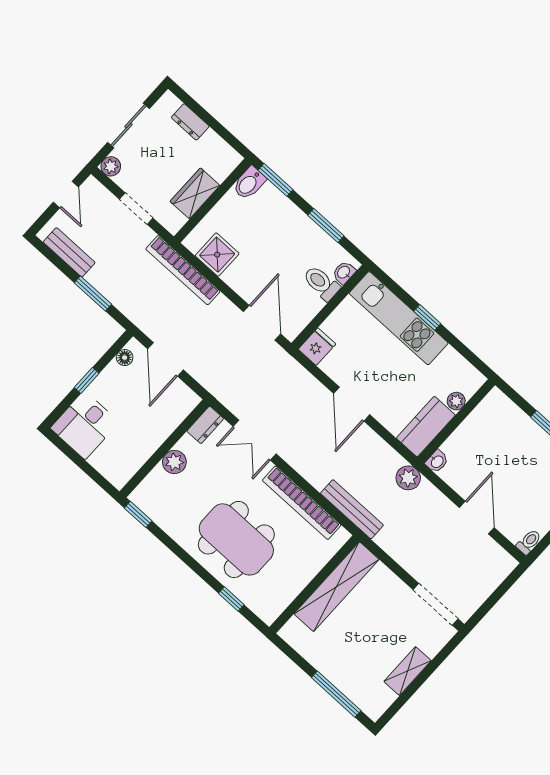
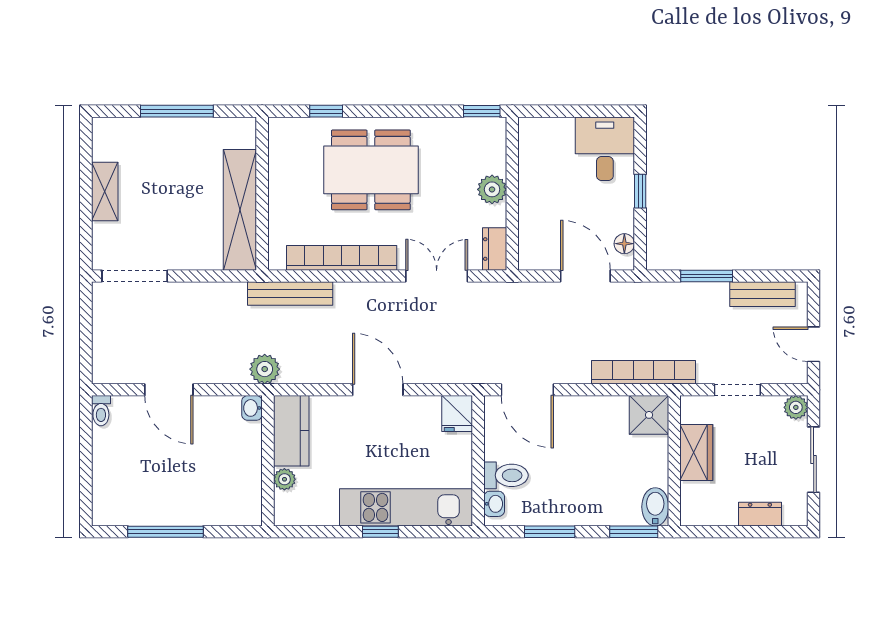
shower: (217, 255) -> (649, 415), moved
window: (336, 694) -> (177, 111), moved

